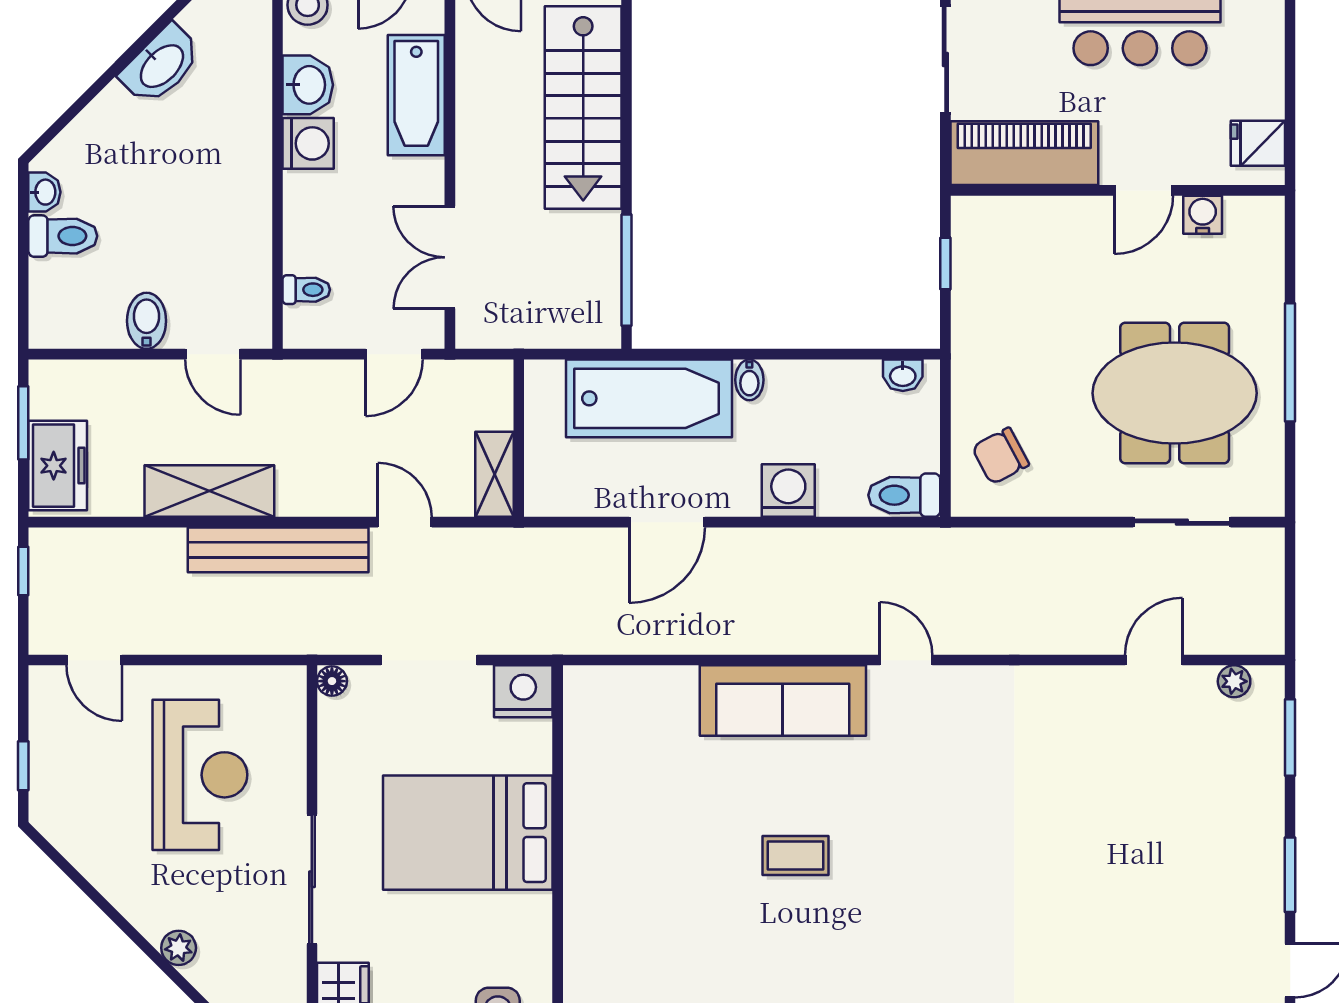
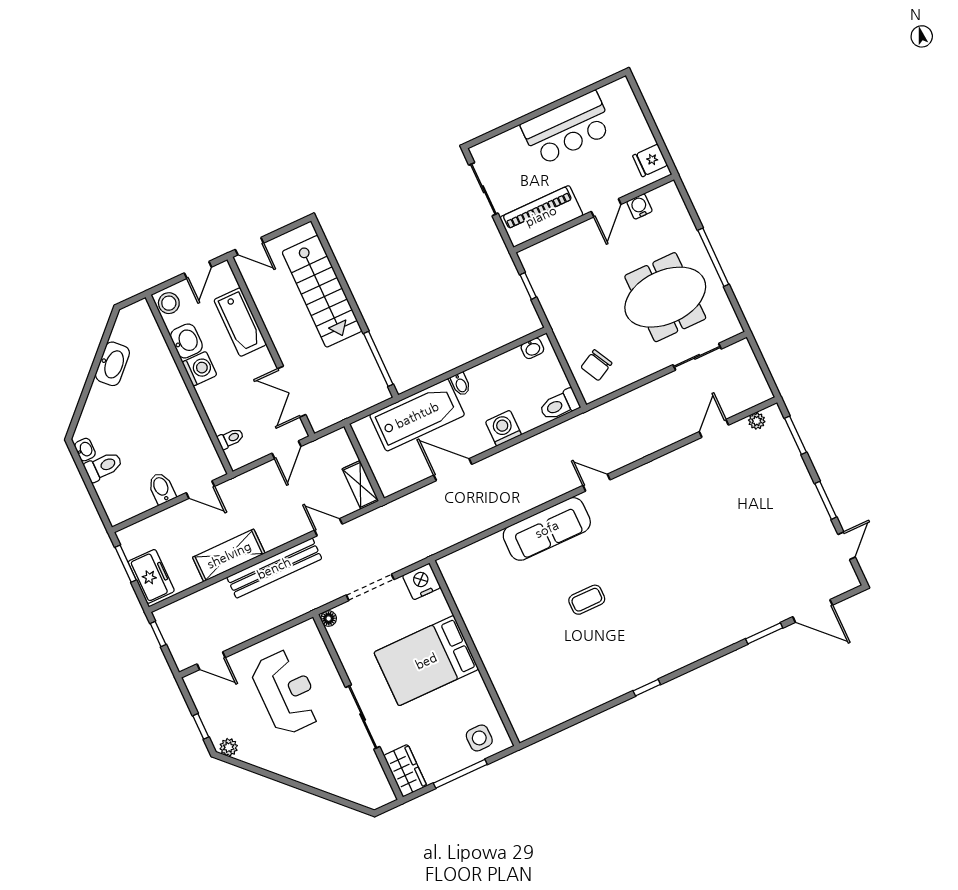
door: (667, 522) -> (453, 470), swing flipped
plant: (179, 948) -> (229, 747), moved

